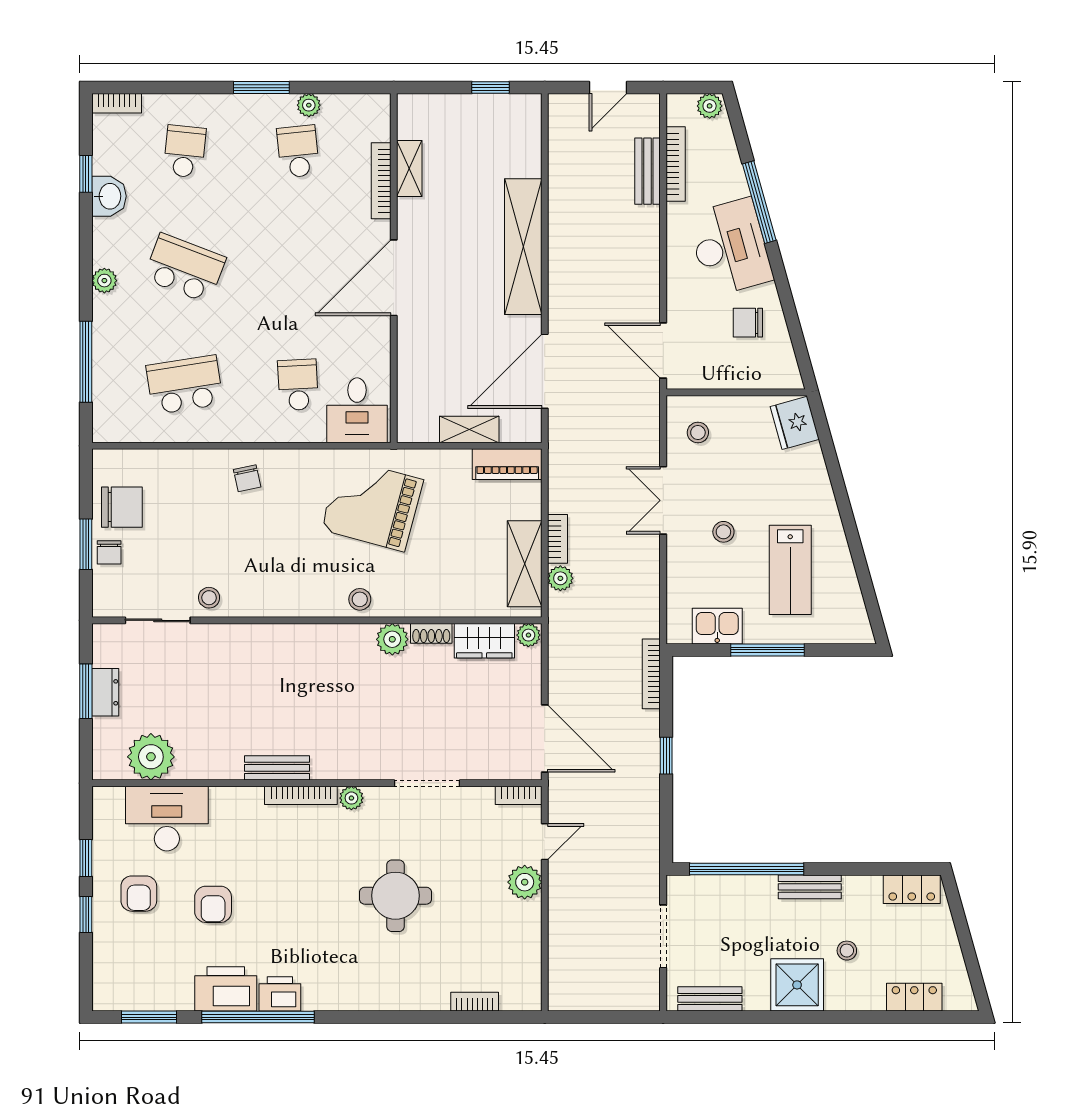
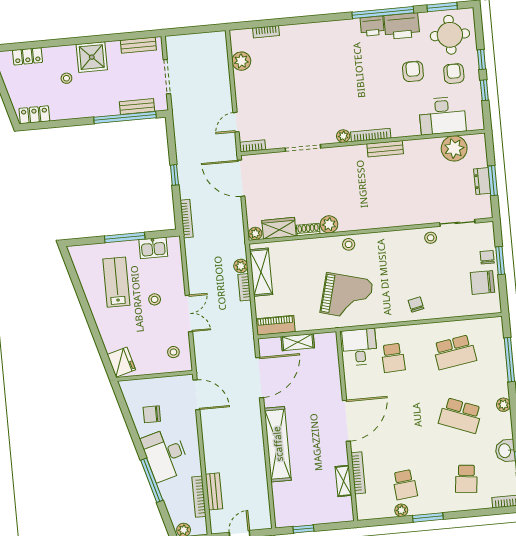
chair: (748, 323) -> (152, 414), turned 180
plant: (525, 882) -> (241, 61), moved
bench: (810, 887) -> (137, 107), moved
round table: (395, 896) -> (450, 35), moved

